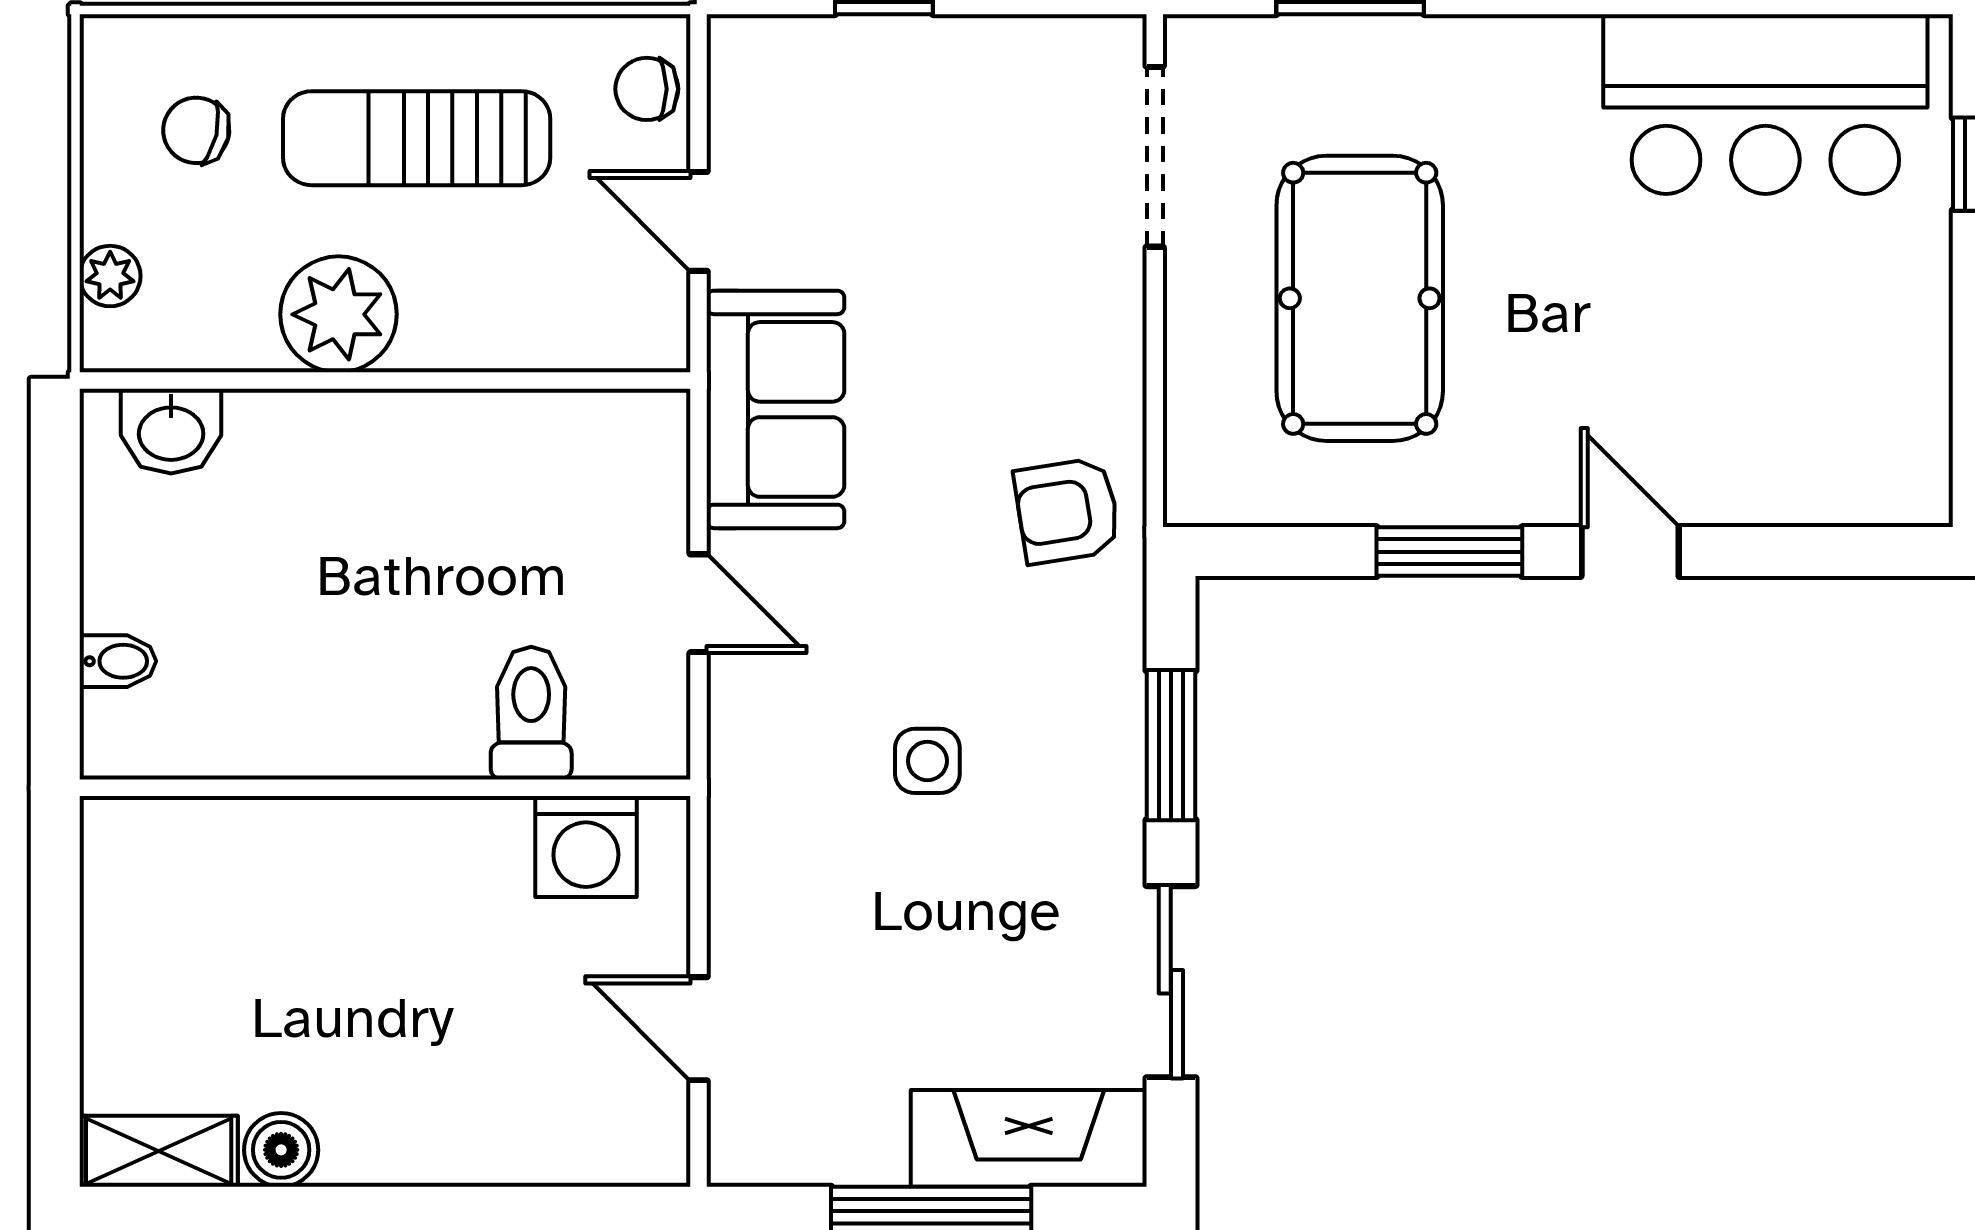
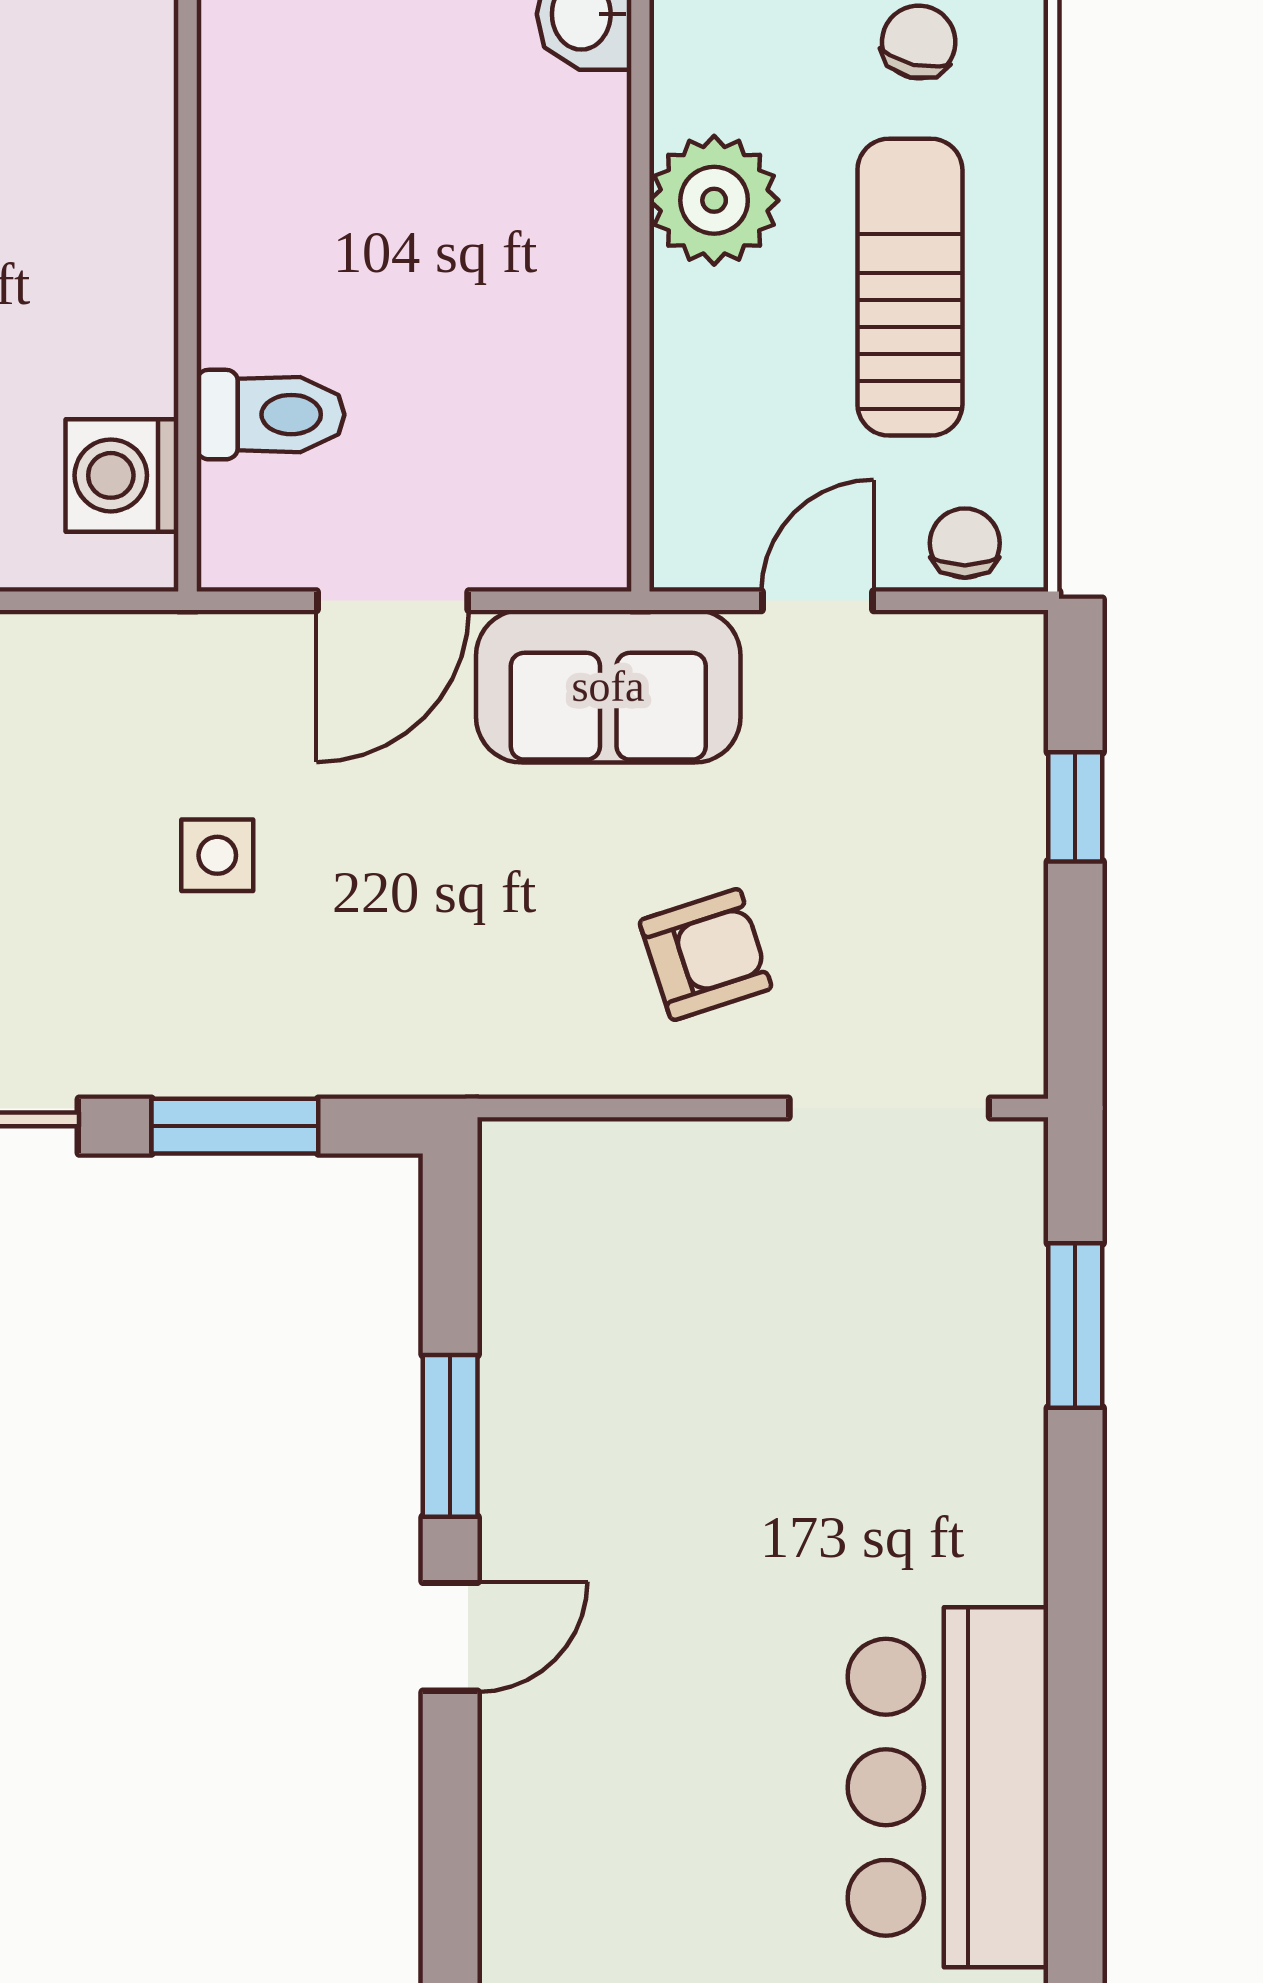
pool table: (1360, 298) -> (732, 1336), removed
armchair: (1067, 511) -> (706, 955), moved, turned 81
door: (699, 603) -> (393, 601), width x1.38

